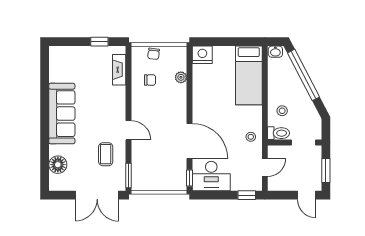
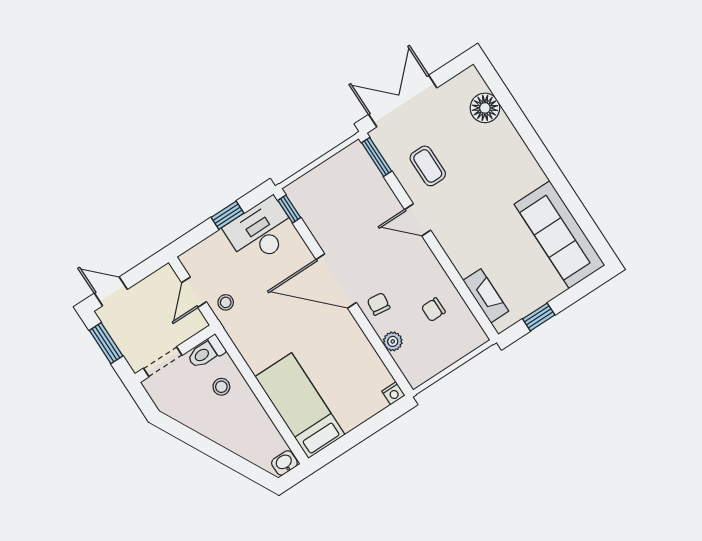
chair: (154, 54) -> (379, 304), moved
nightstand: (202, 55) -> (393, 393), width x0.53, depth x0.56
window: (303, 75) -> (224, 456), removed
sofa: (62, 114) -> (560, 235), moved
stool: (251, 137) -> (226, 302), moved
door: (190, 141) -> (336, 281), moved
window: (247, 195) -> (228, 215), moved

